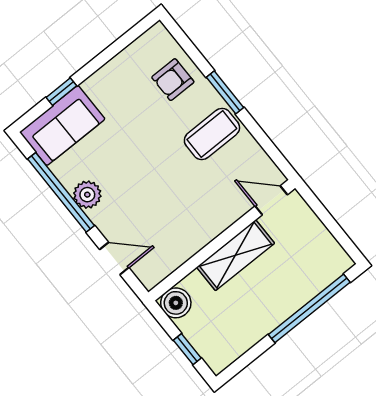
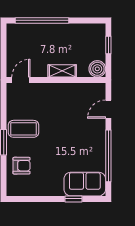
plant: (87, 195) -> (98, 146), removed
door: (271, 200) -> (21, 80), swing flipped
shelving: (236, 255) -> (62, 71), width x0.67, depth x0.75
door: (114, 258) -> (108, 109), hinge flipped

